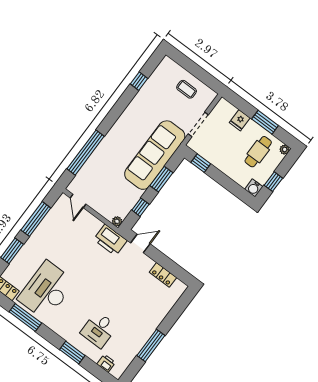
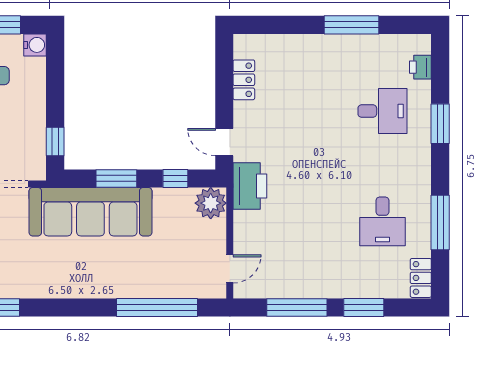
plant: (117, 221) -> (211, 203), width x1.88, depth x1.88
desk: (46, 290) -> (382, 221), width x0.53, depth x0.77

